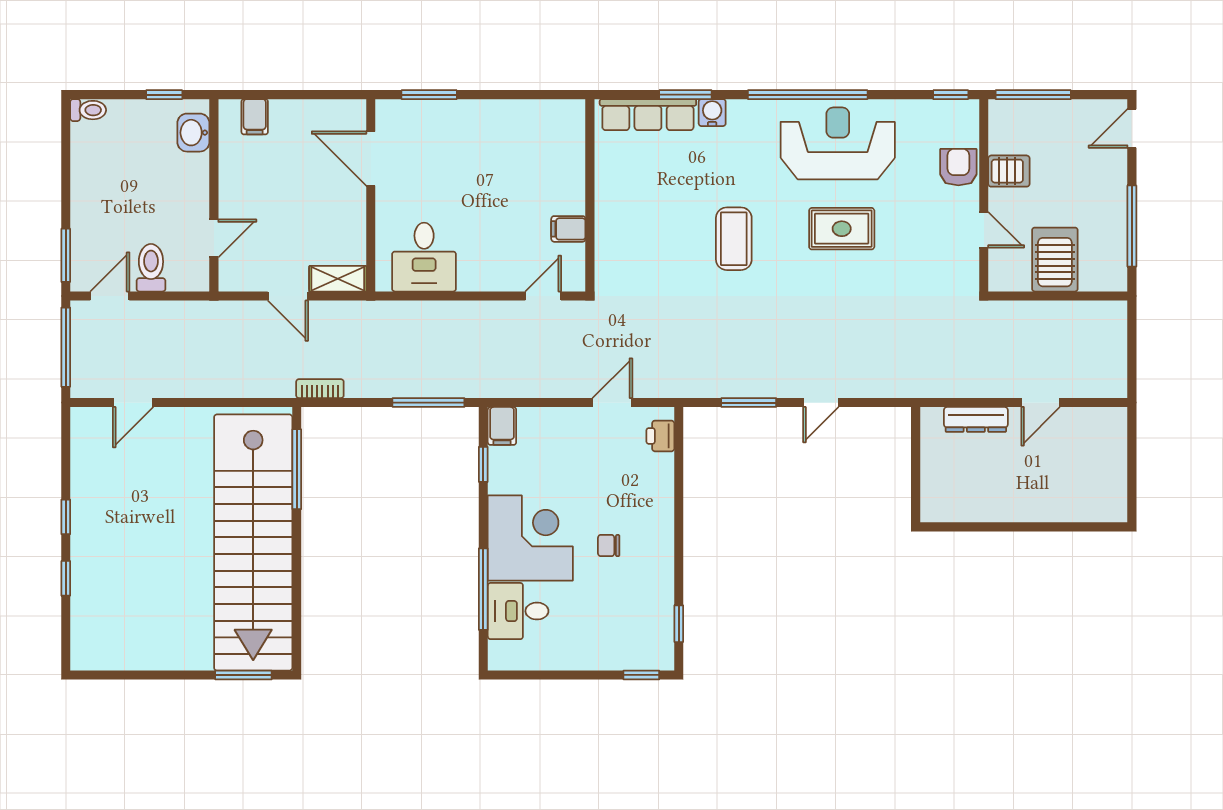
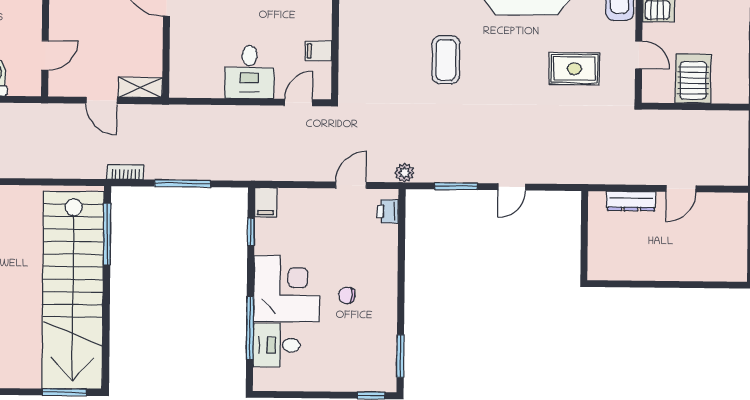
rug: (842, 229) -> (574, 69), moved
desk: (424, 257) -> (249, 72), moved
plant: (682, 386) -> (404, 173), added
window: (428, 403) -> (182, 183), moved
window: (679, 624) -> (400, 356), width x1.50

